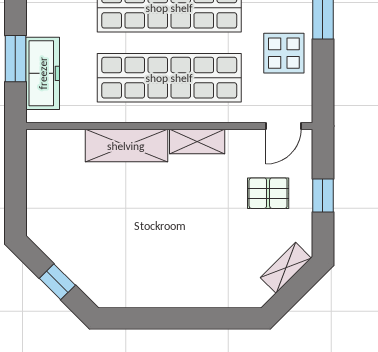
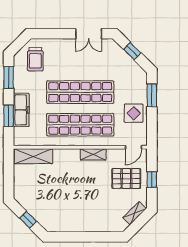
freezer: (43, 73) -> (21, 110), moved
shelving: (126, 146) -> (33, 156), moved
pallet: (268, 193) -> (126, 178), width x1.50, depth x1.42

